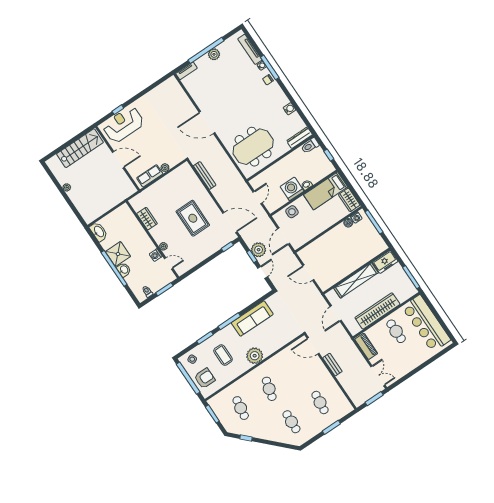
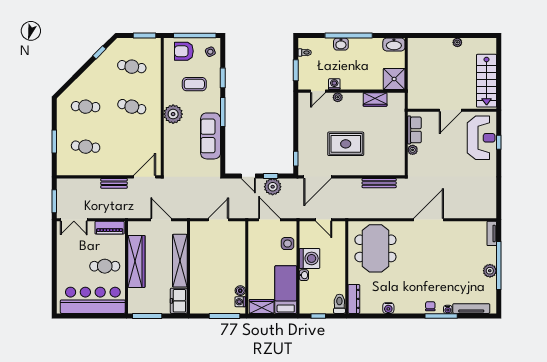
shower: (118, 254) -> (394, 79), moved
armchair: (205, 378) -> (184, 51), turned 90

